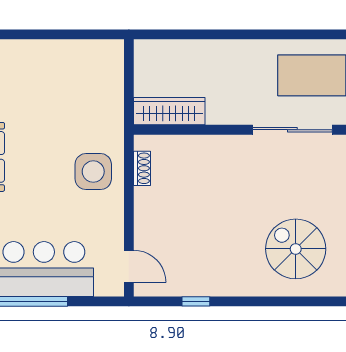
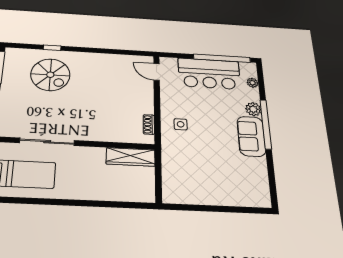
side table: (93, 172) -> (181, 124), width x0.54, depth x0.54
window: (196, 301) -> (52, 48), moved

